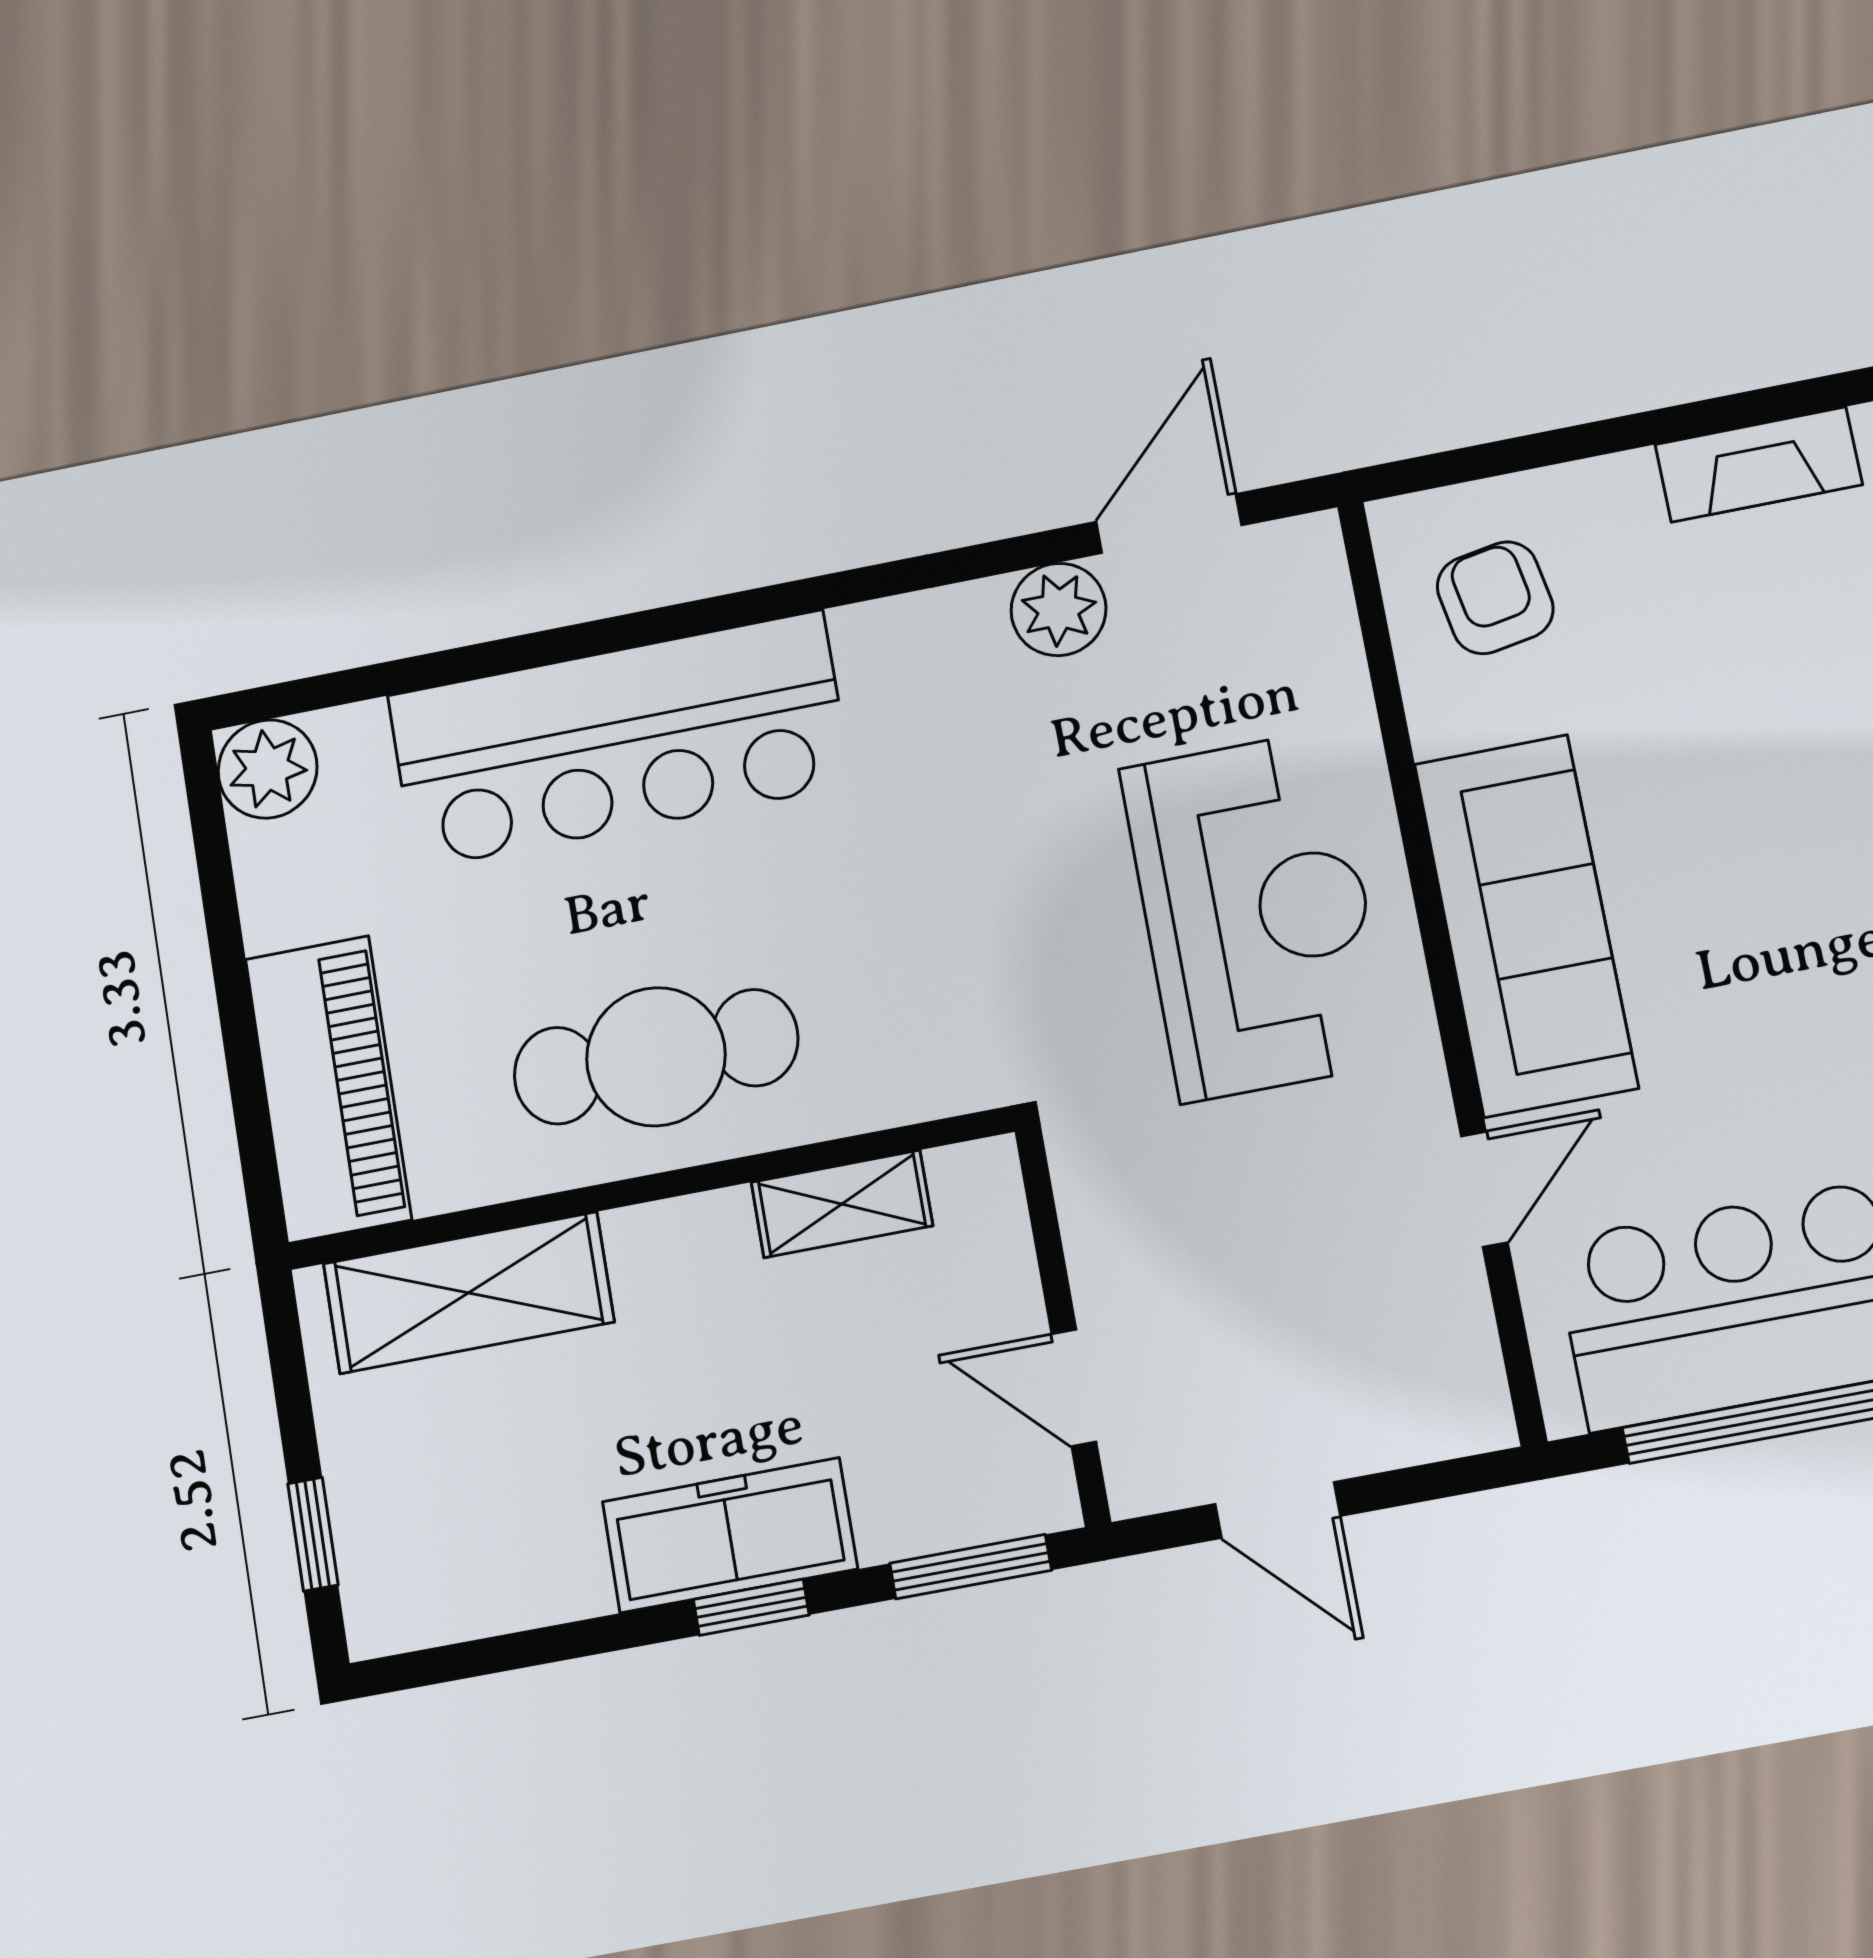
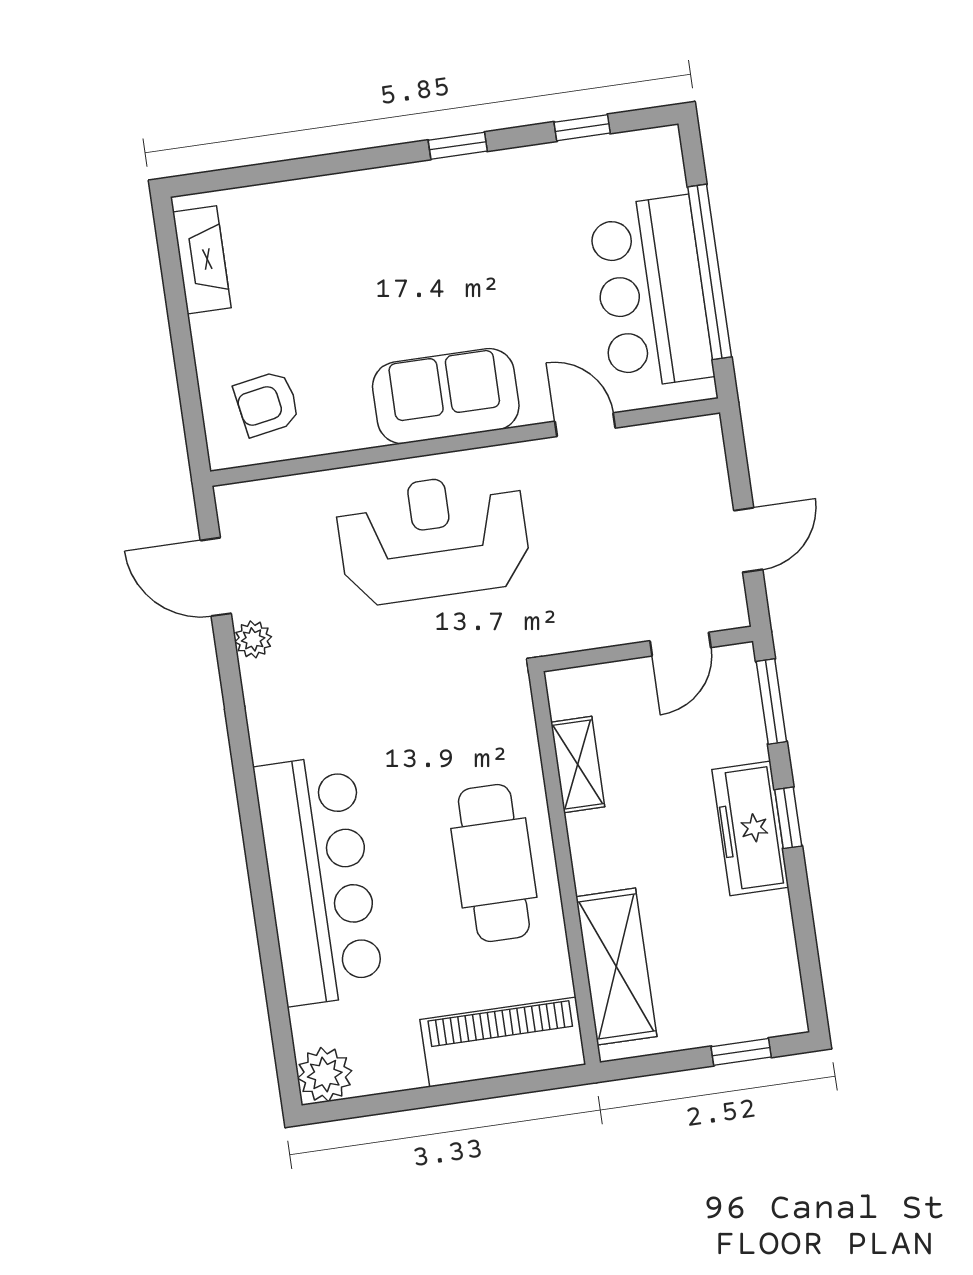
plant: (1059, 609) -> (253, 639), width x0.73, depth x0.73
sofa: (1526, 925) -> (446, 396), width x0.73

